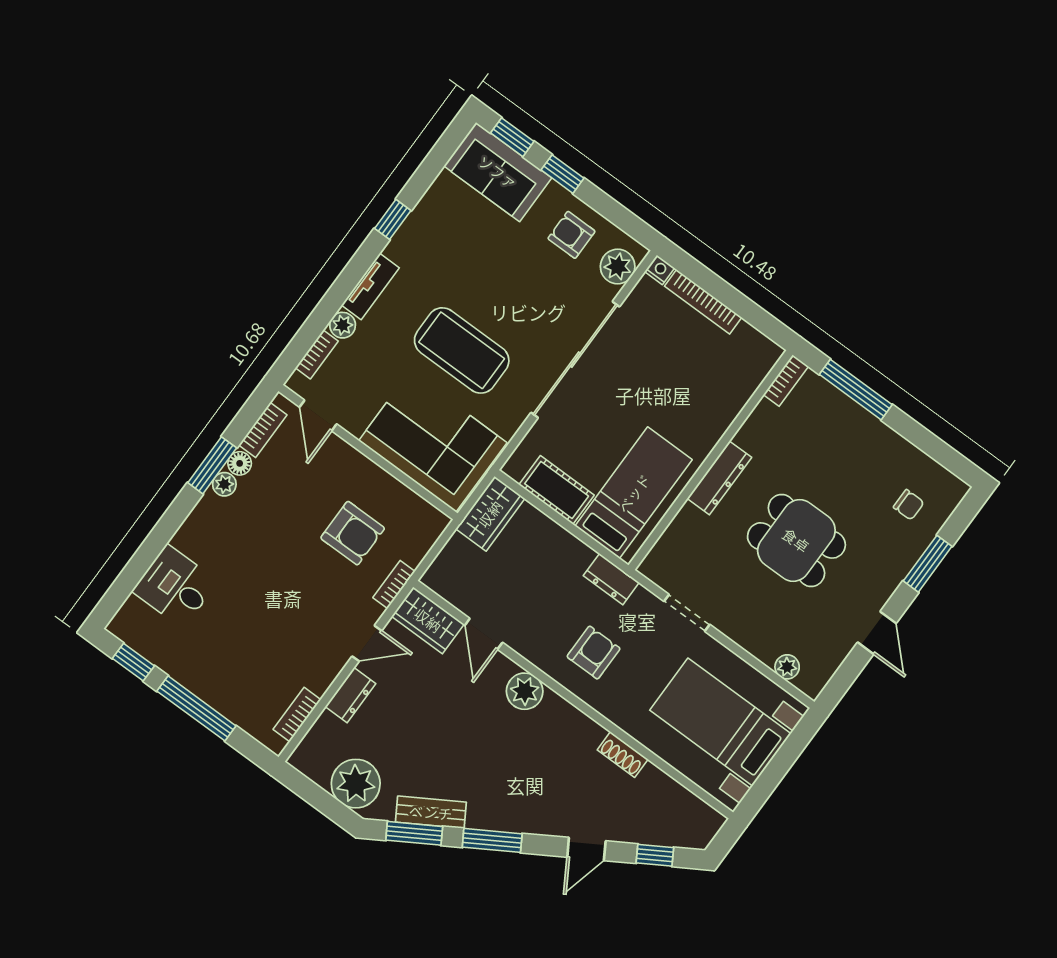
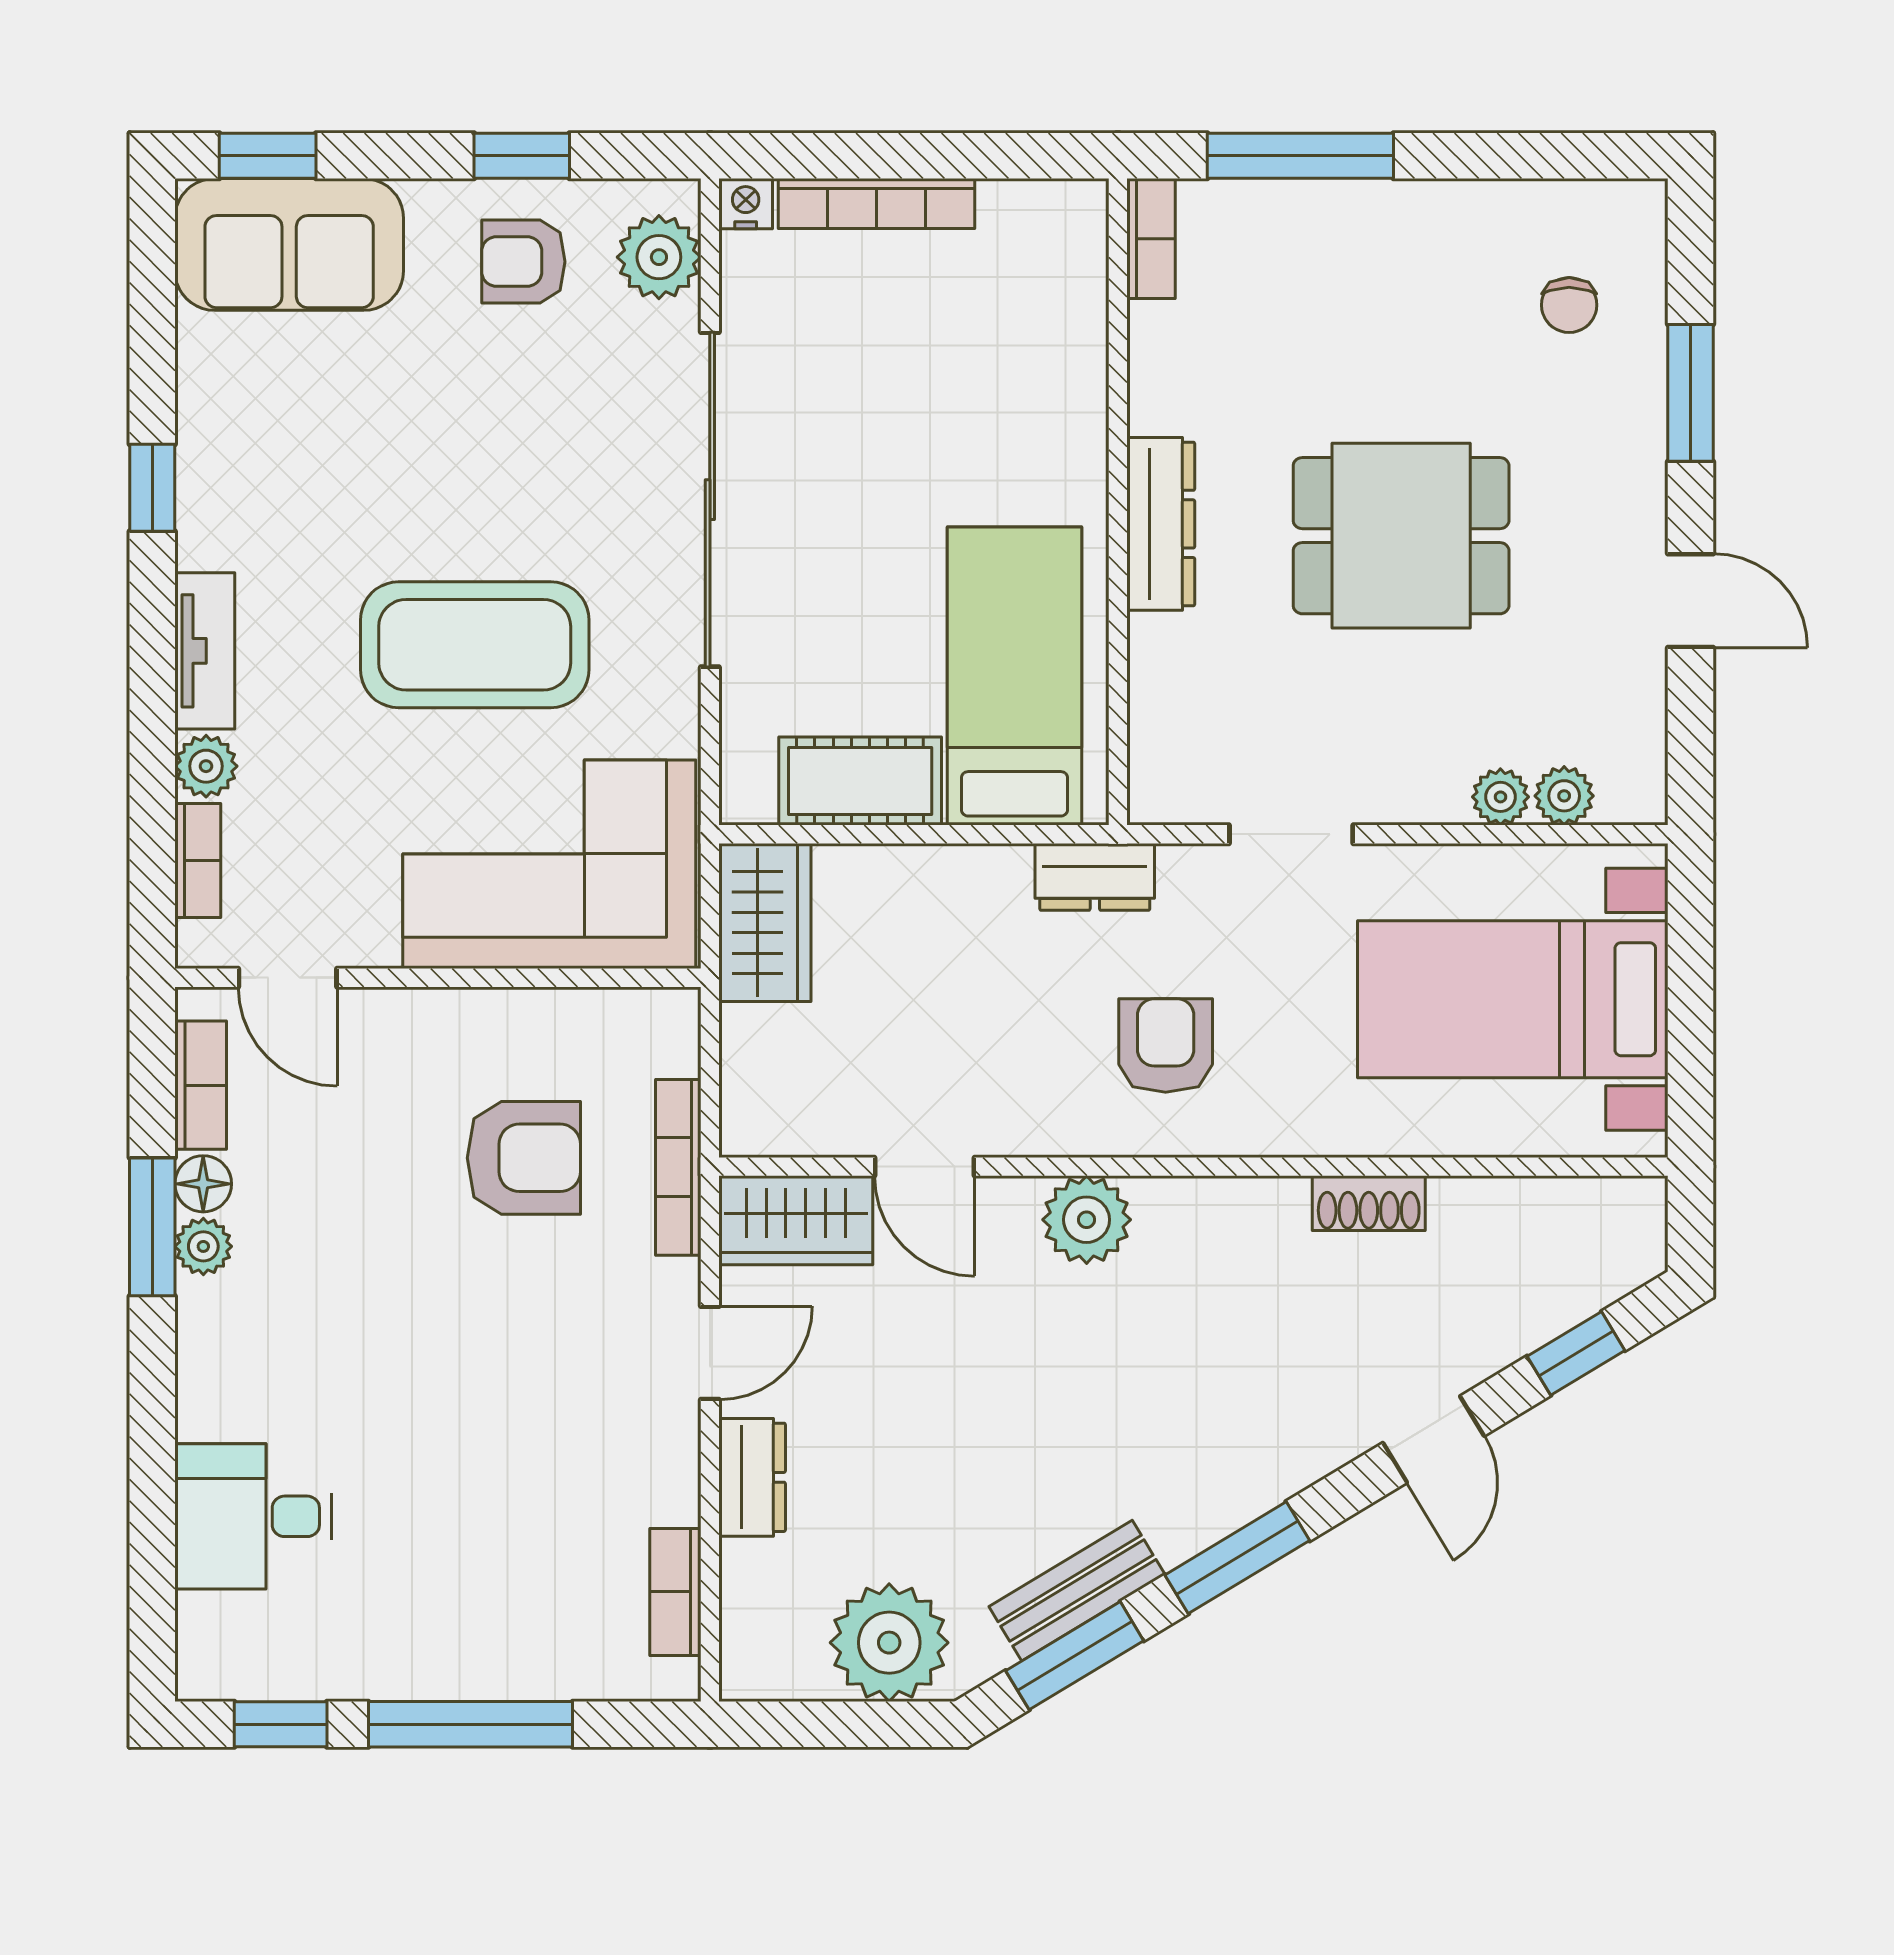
window: (562, 174) -> (522, 156), moved
chair: (909, 505) -> (1569, 305), turned 90
bookcase: (394, 585) -> (678, 1167), width x1.56
plant: (766, 652) -> (1500, 797), added

